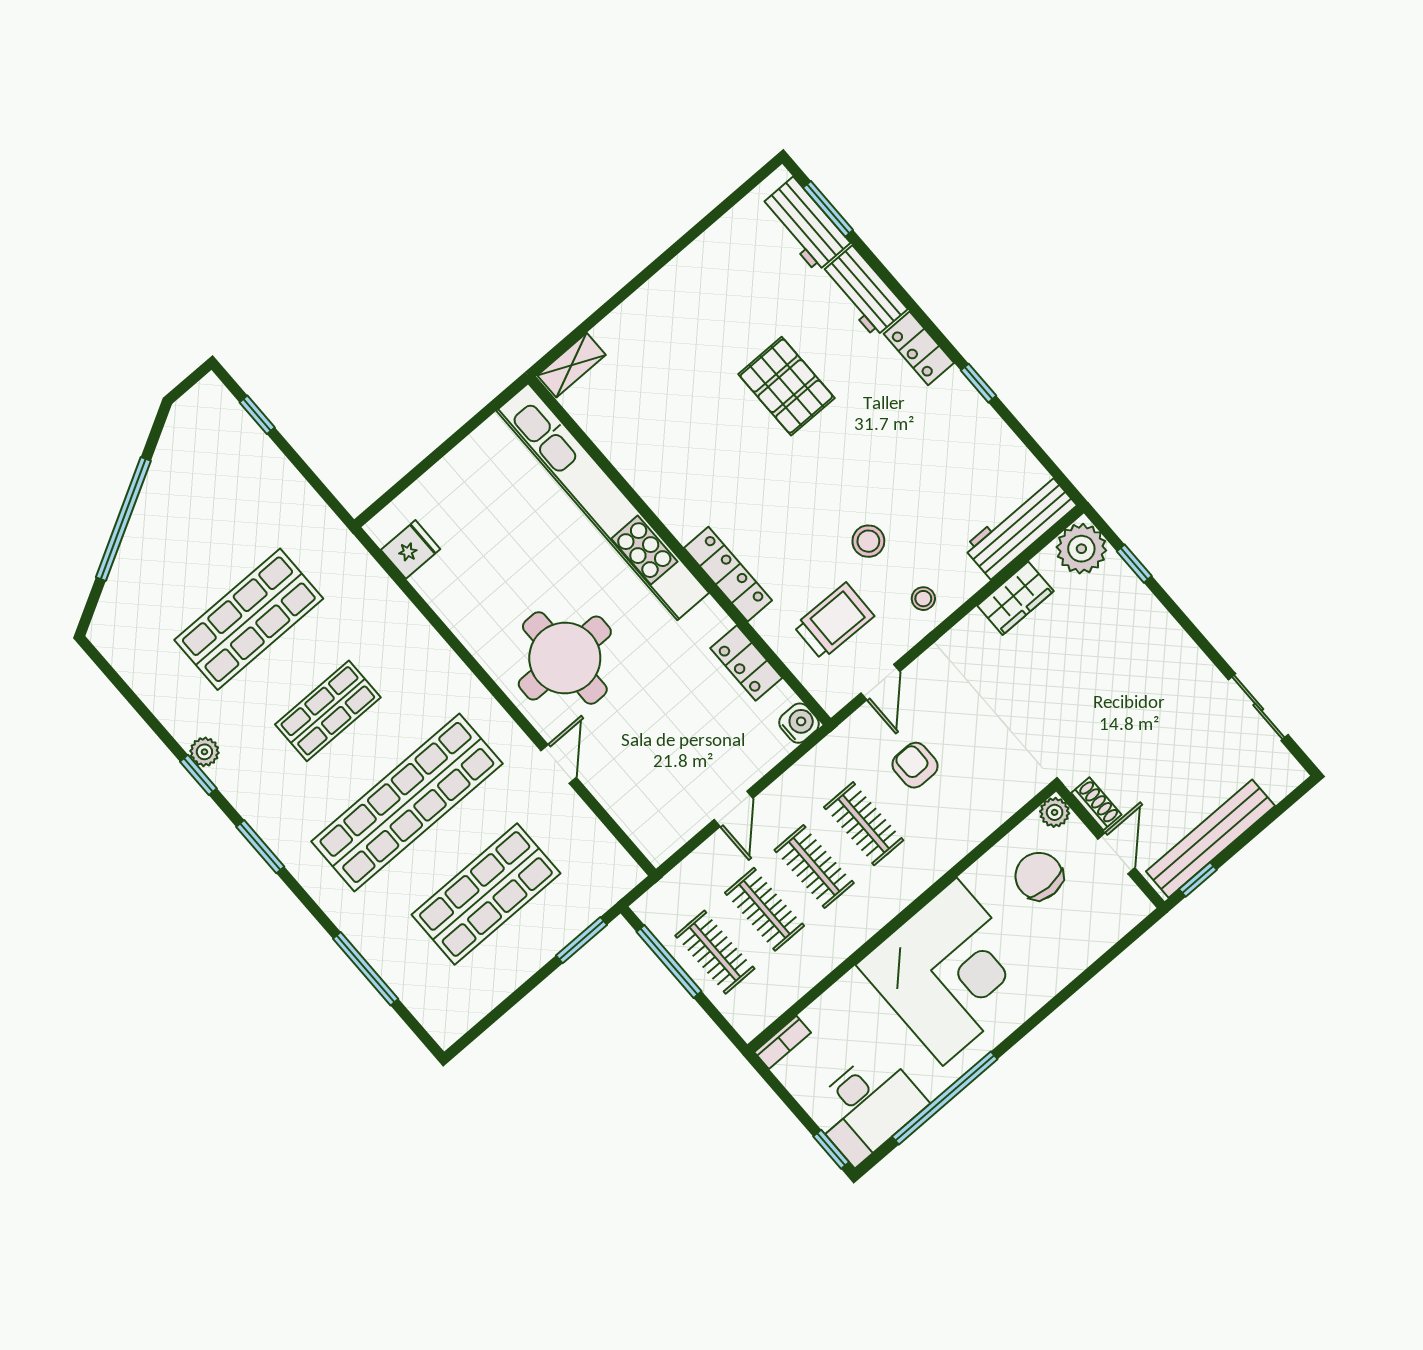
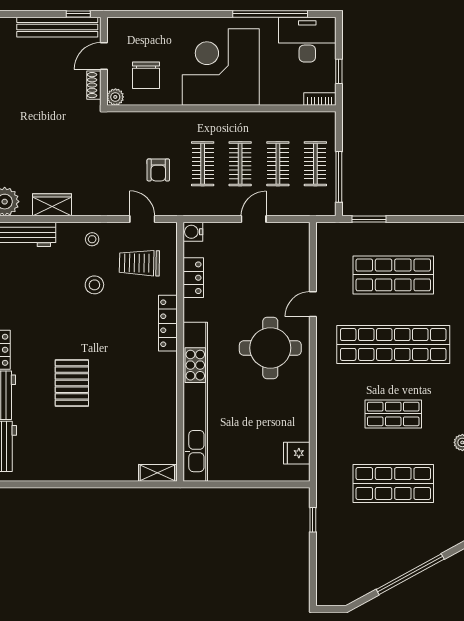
window: (257, 415) -> (313, 520), moved
door: (880, 682) -> (142, 219), hinge flipped
window: (831, 1149) -> (339, 71), moved

